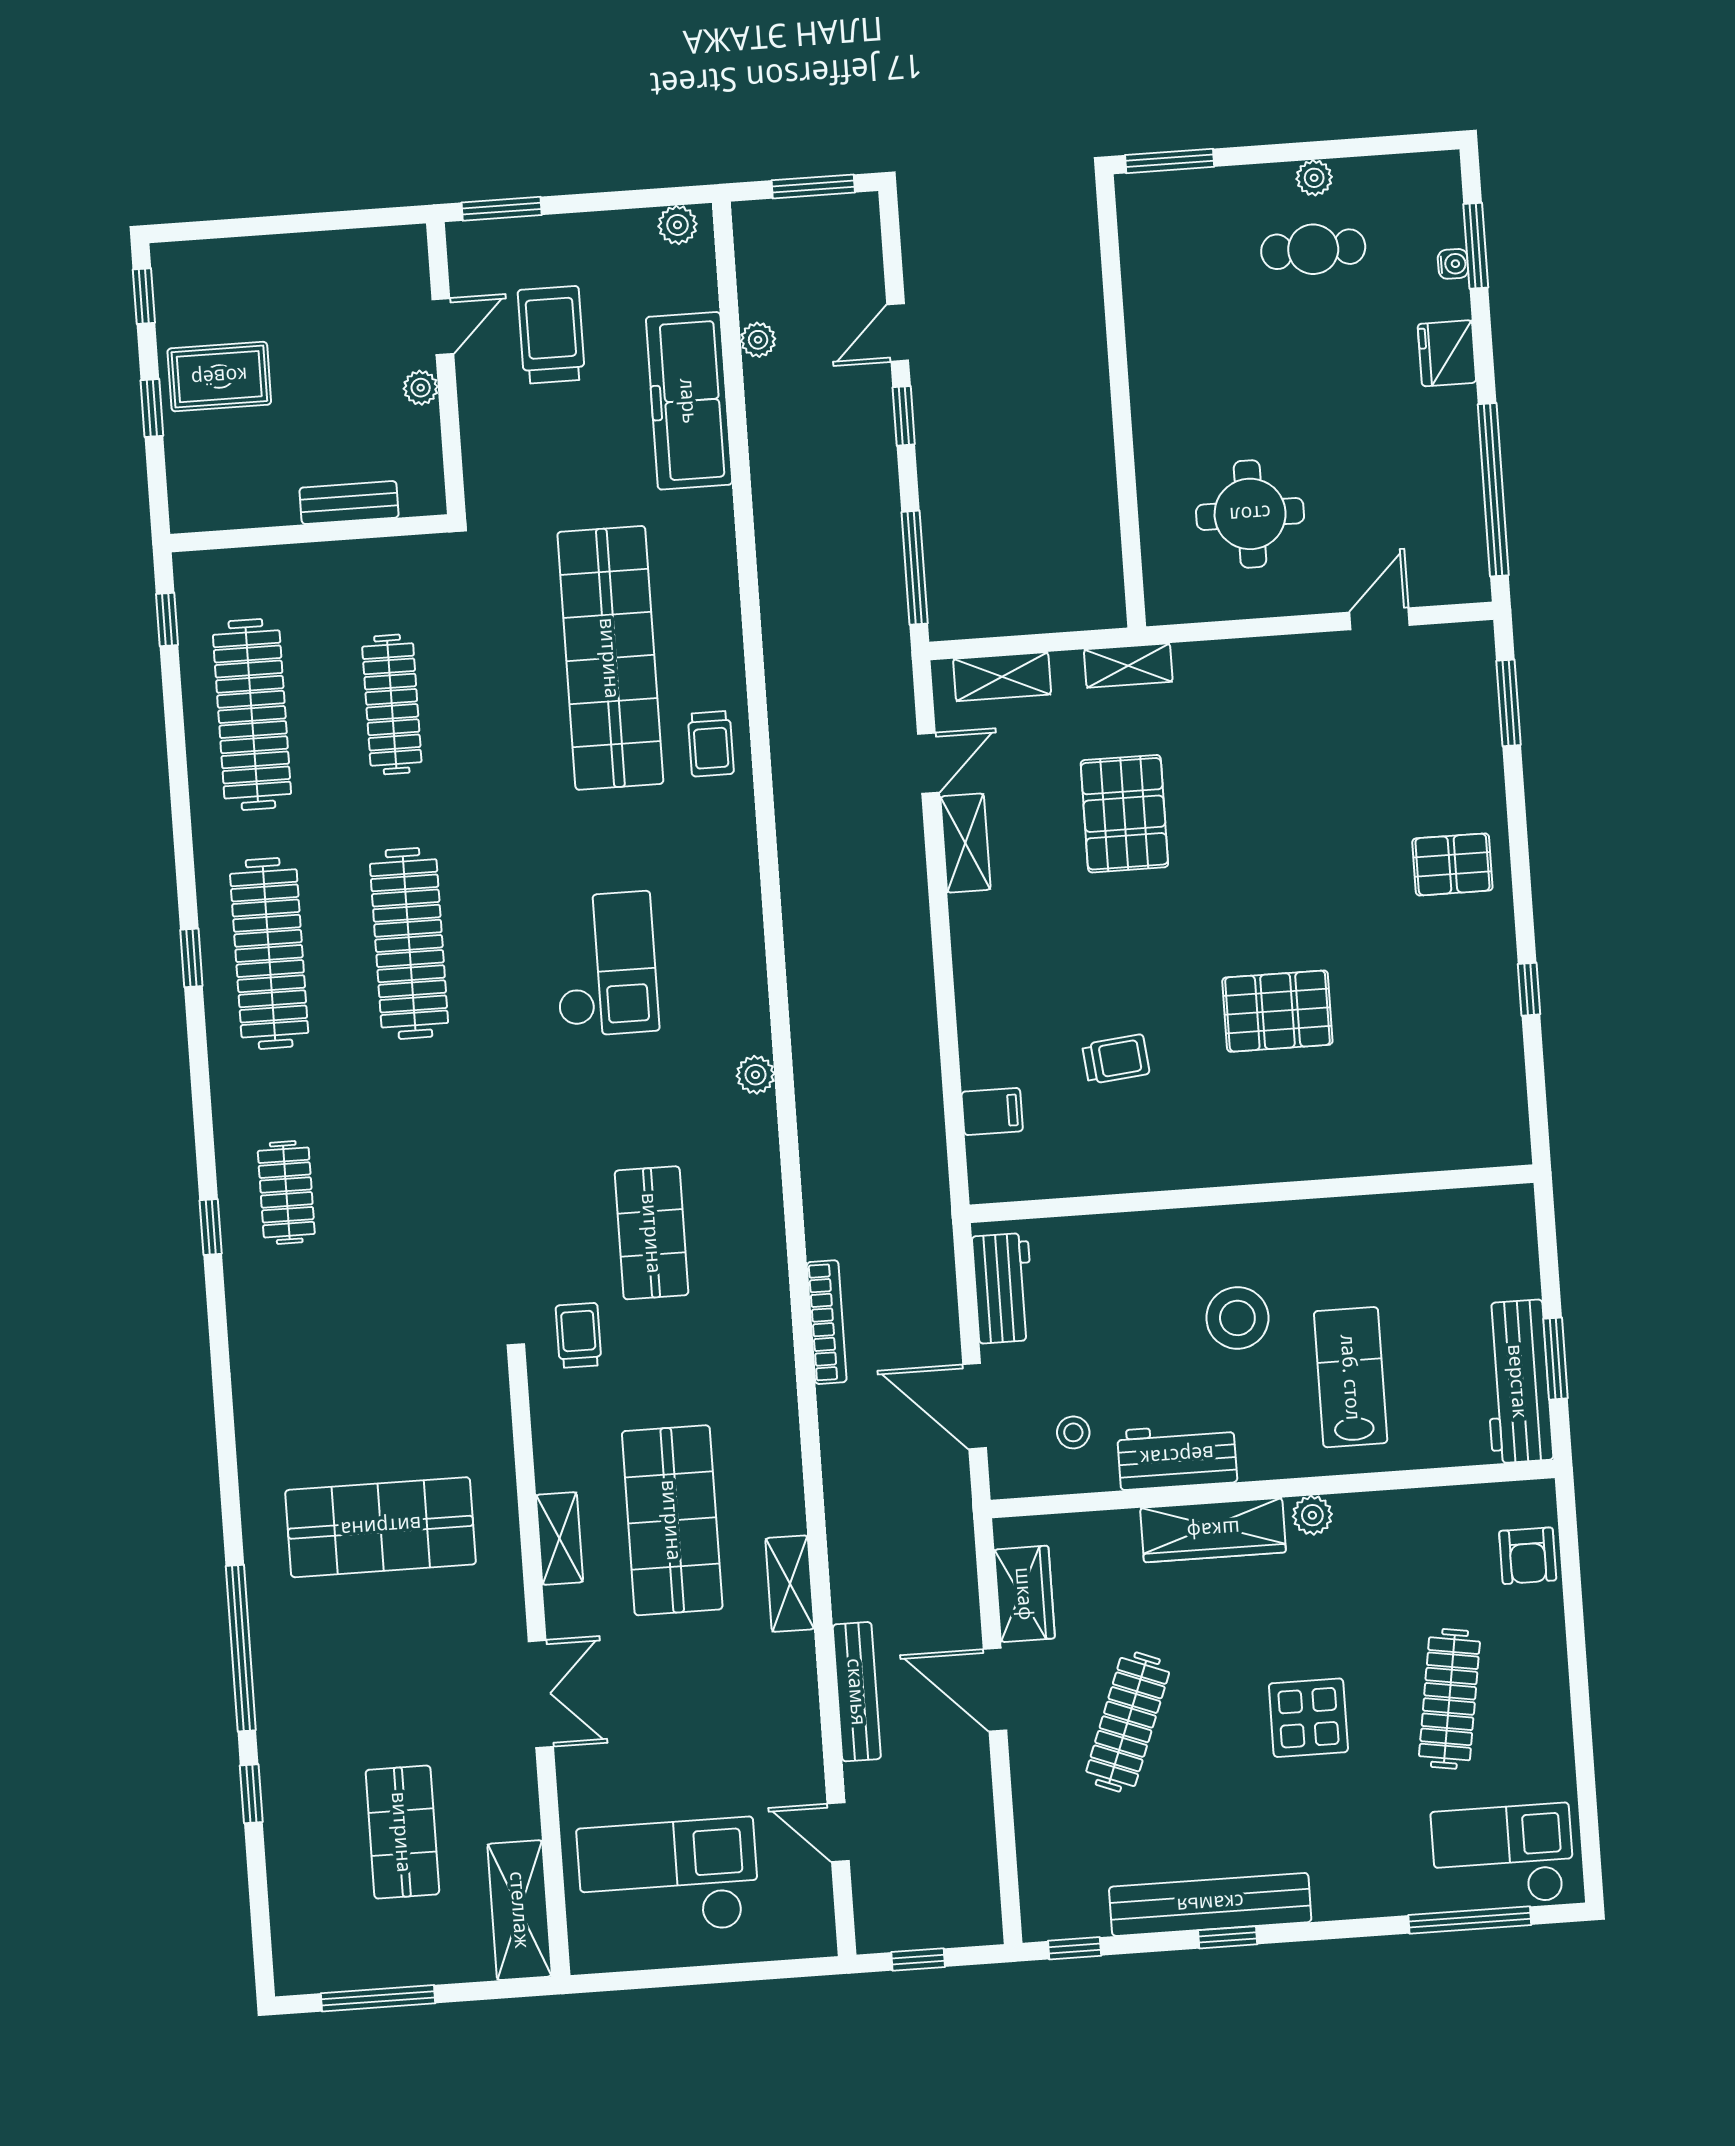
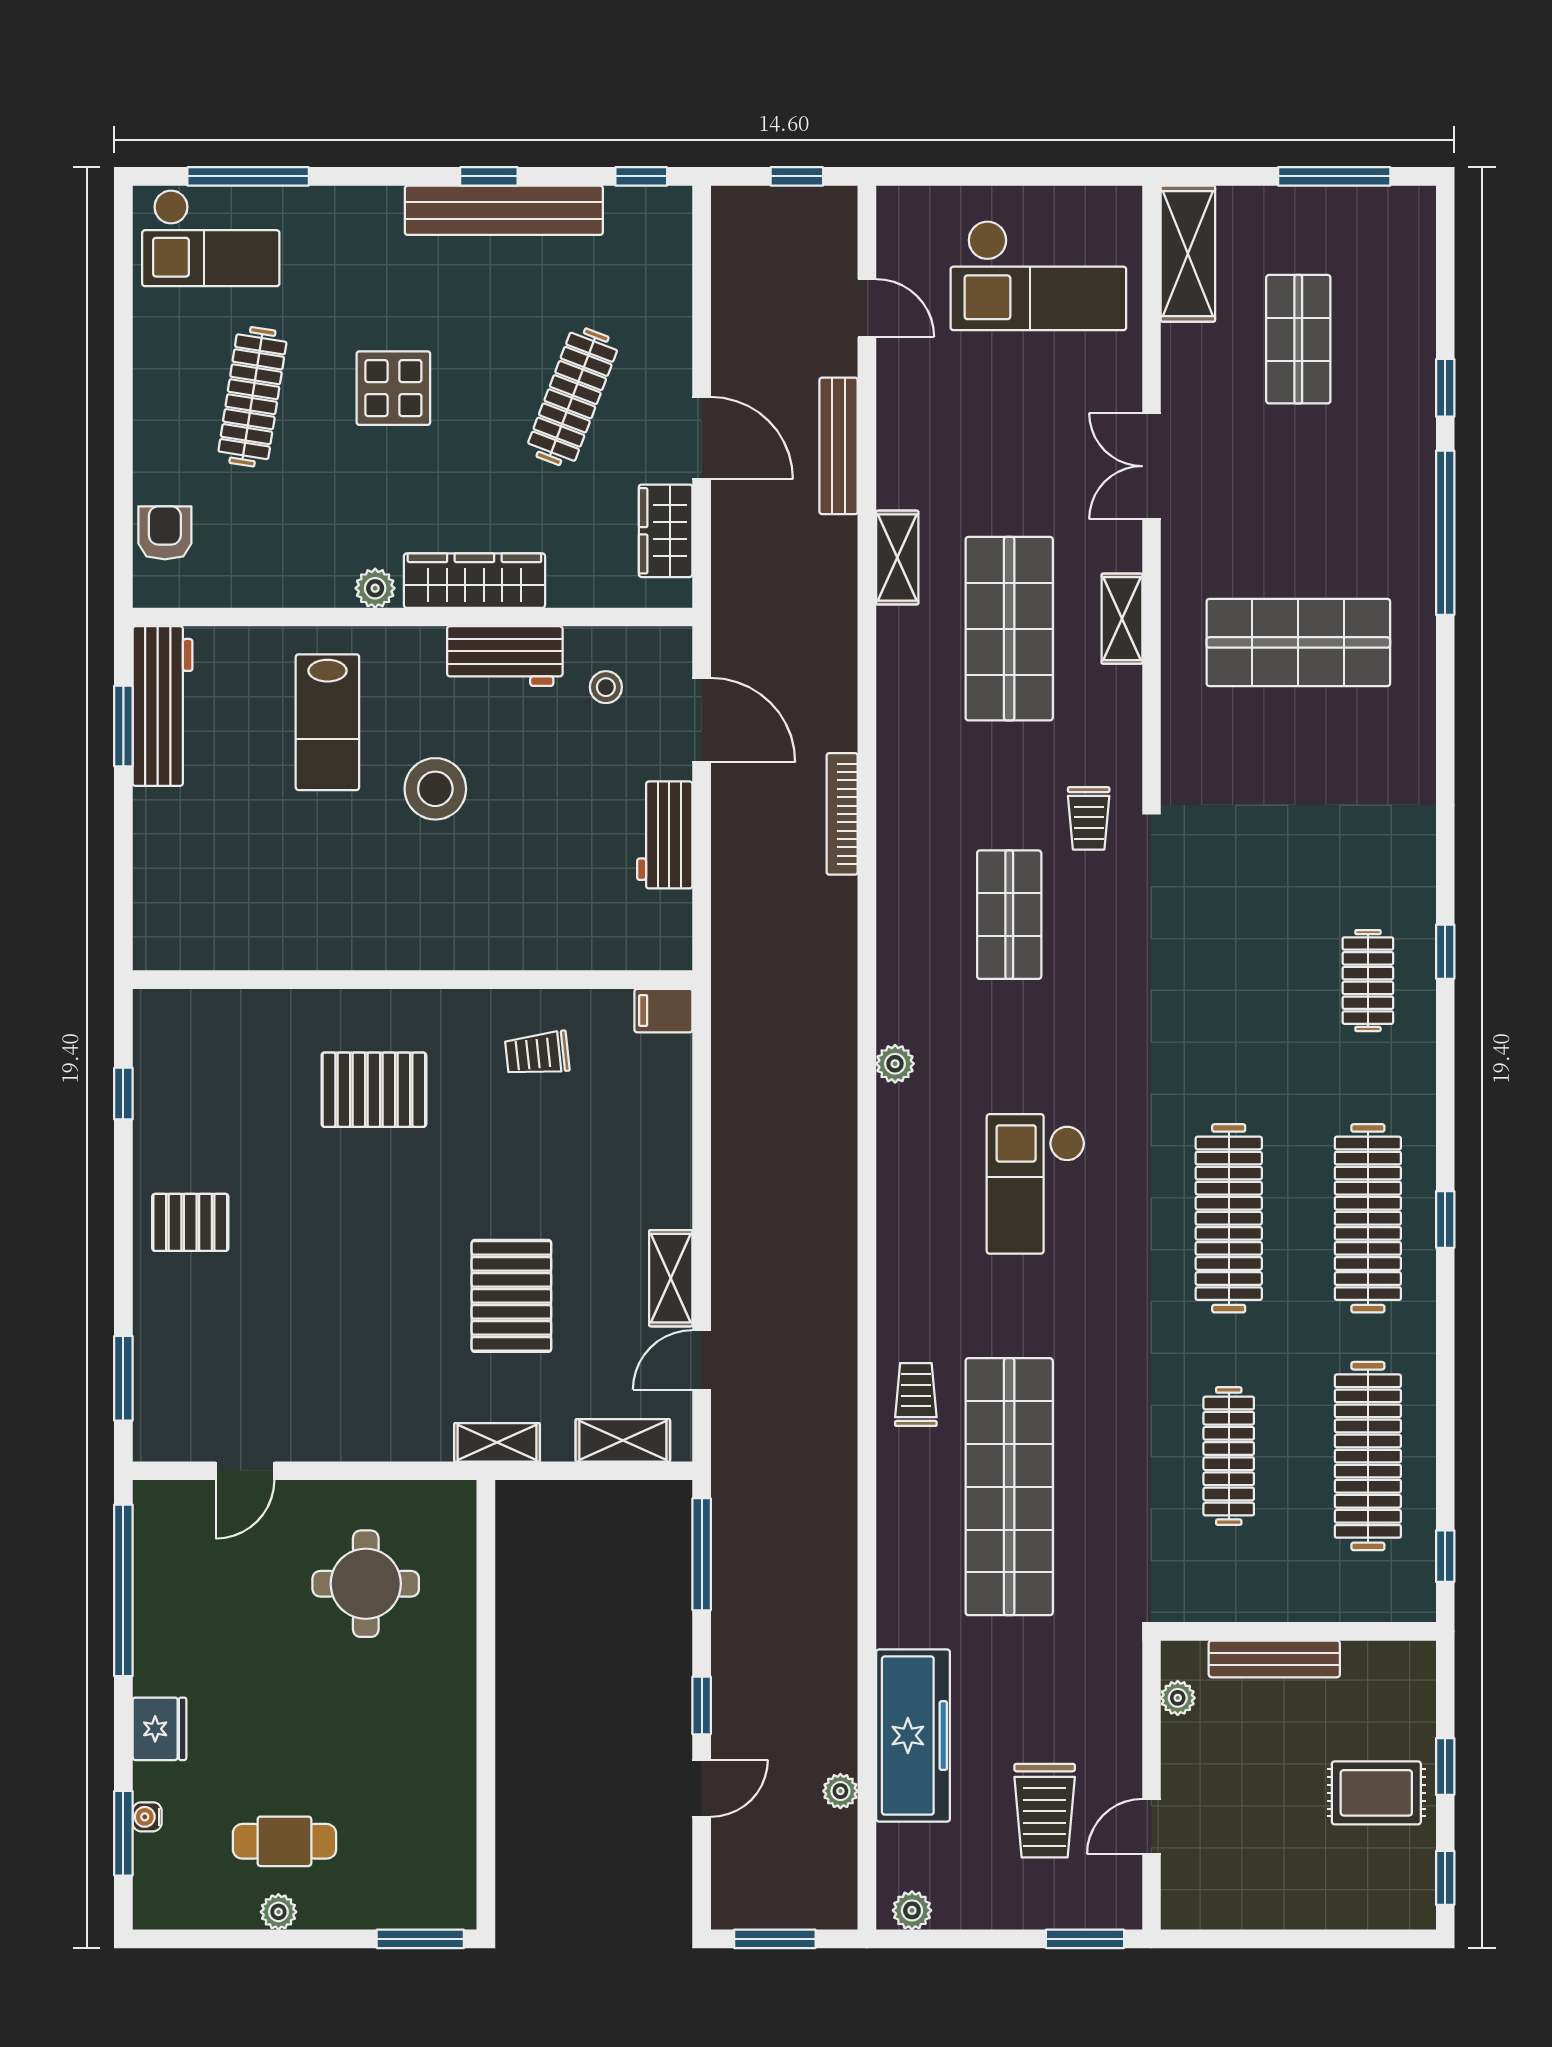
plant: (421, 388) -> (1178, 1698), moved
bench: (349, 503) -> (1274, 1659), width x1.36
wall: (1252, 1194) -> (412, 980), moved

